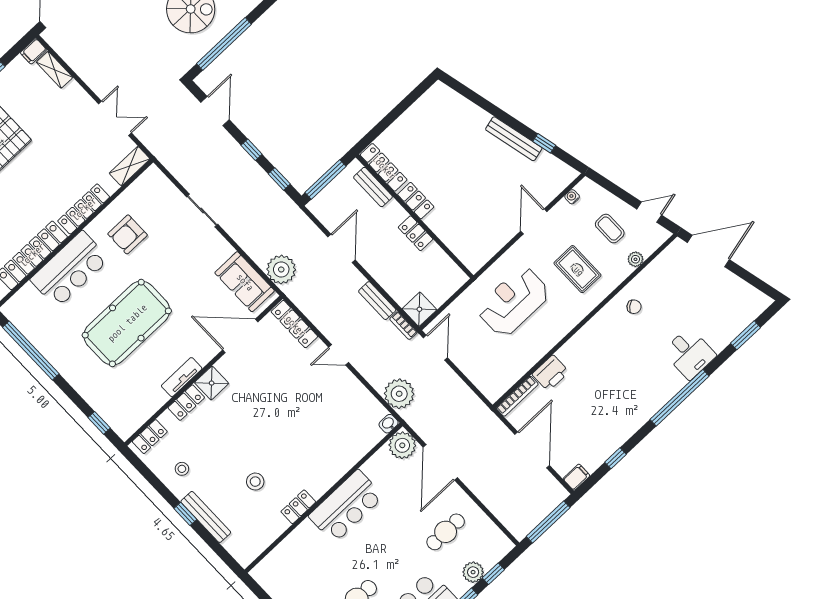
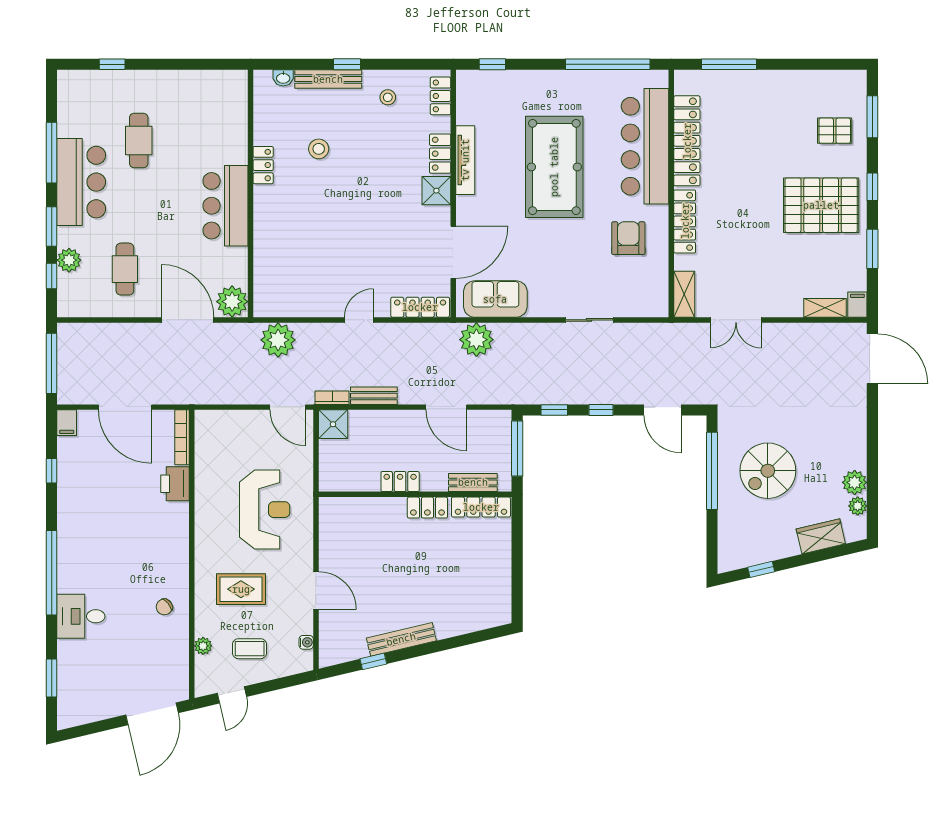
bar counter: (70, 269) -> (645, 146), width x1.36
tv unit: (182, 377) -> (465, 160), width x1.41
washbasin: (389, 424) -> (283, 78), moved, turned 90

